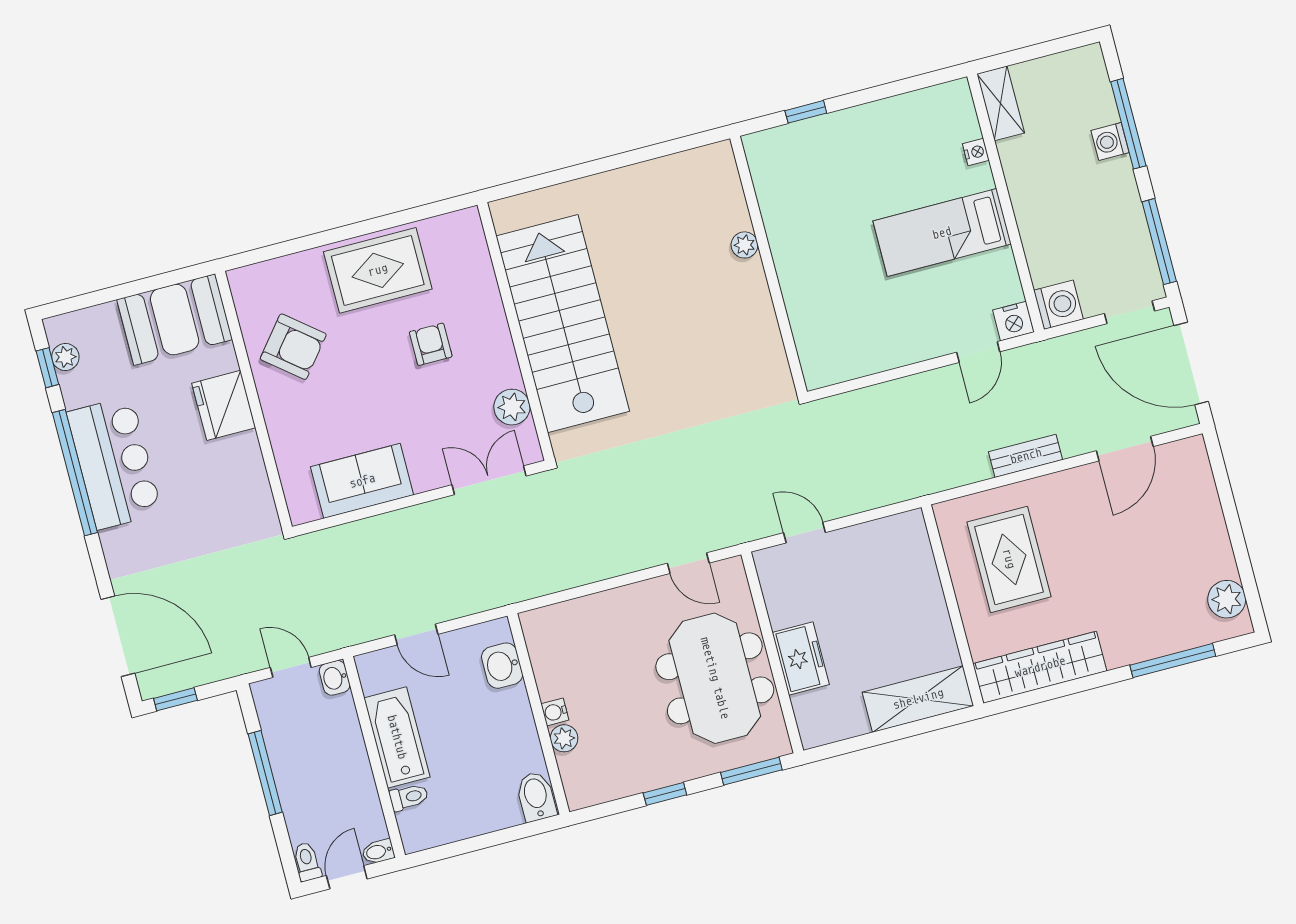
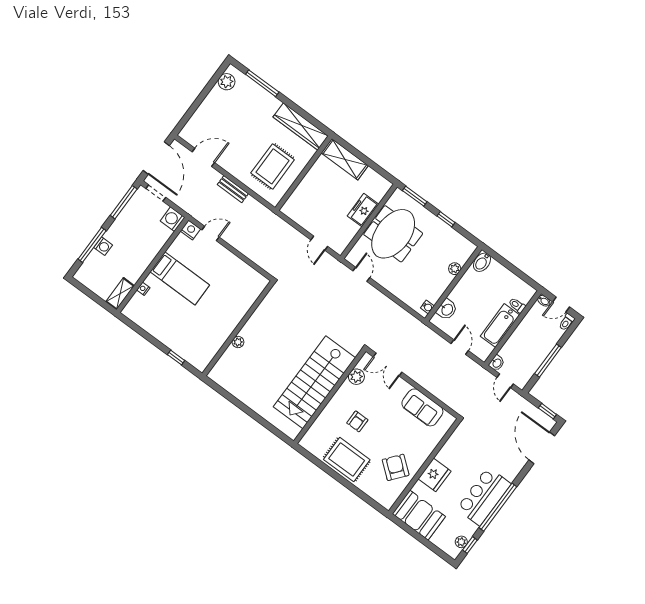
water cooler: (555, 712) -> (427, 307), moved

